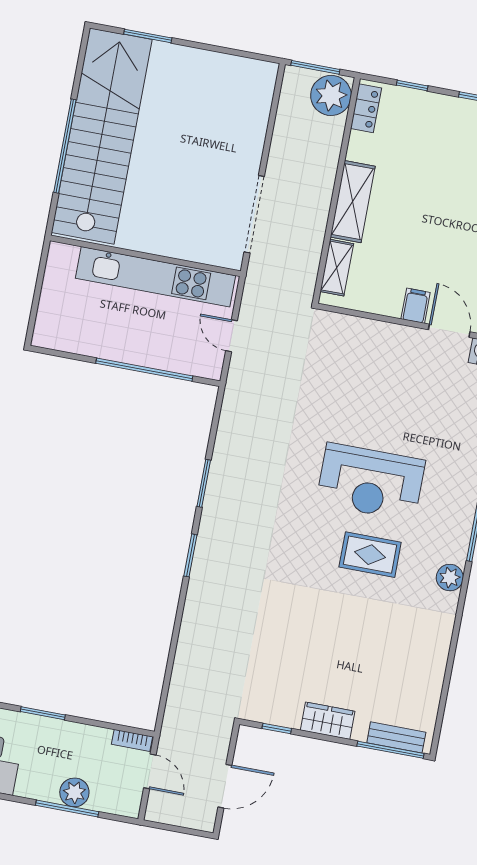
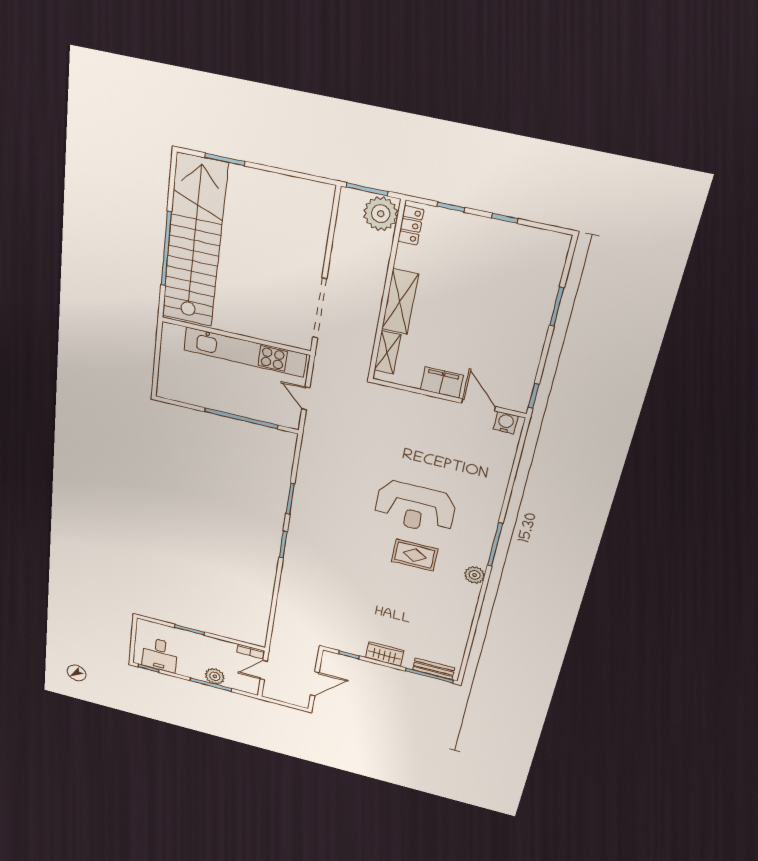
filing cabinet: (416, 306) -> (442, 382), width x2.00
door: (150, 771) -> (264, 670), swing flipped

